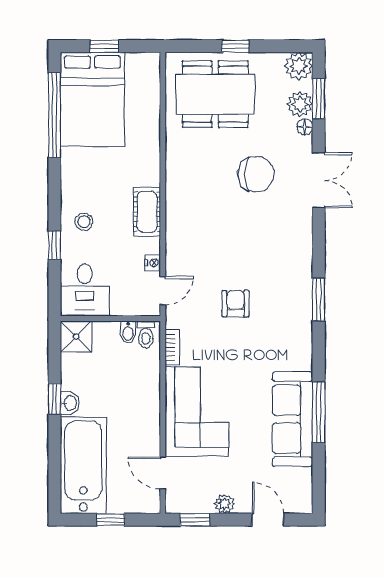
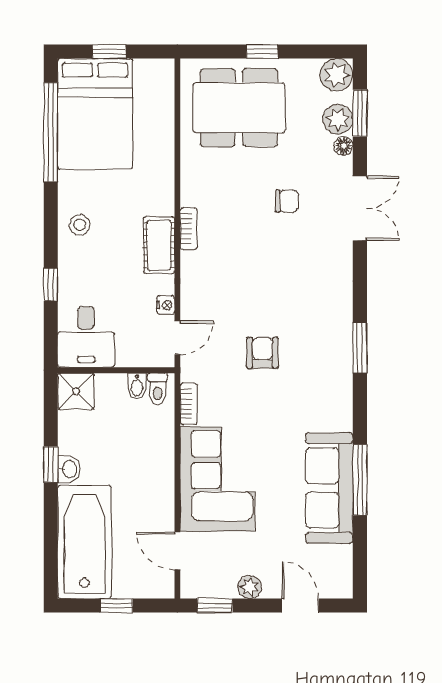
chair: (256, 174) -> (287, 201), width x0.54, depth x0.54
bookcase: (172, 197) -> (189, 229), added
stool: (84, 222) -> (80, 225), moved

